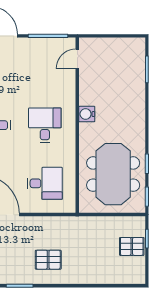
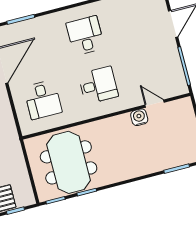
door: (77, 59) -> (155, 104), moved
water cooler: (87, 114) -> (139, 117), moved
meeting table: (113, 174) -> (69, 162), turned 90

